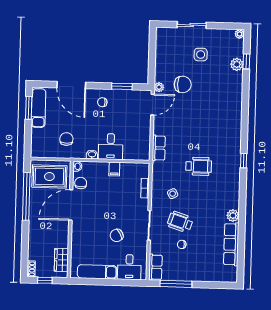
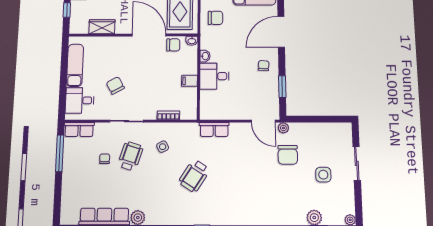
chair: (66, 139) -> (215, 18), moved
wheelchair: (199, 166) -> (194, 176), turned 33
wardrobe: (61, 260) -> (102, 27), moved

